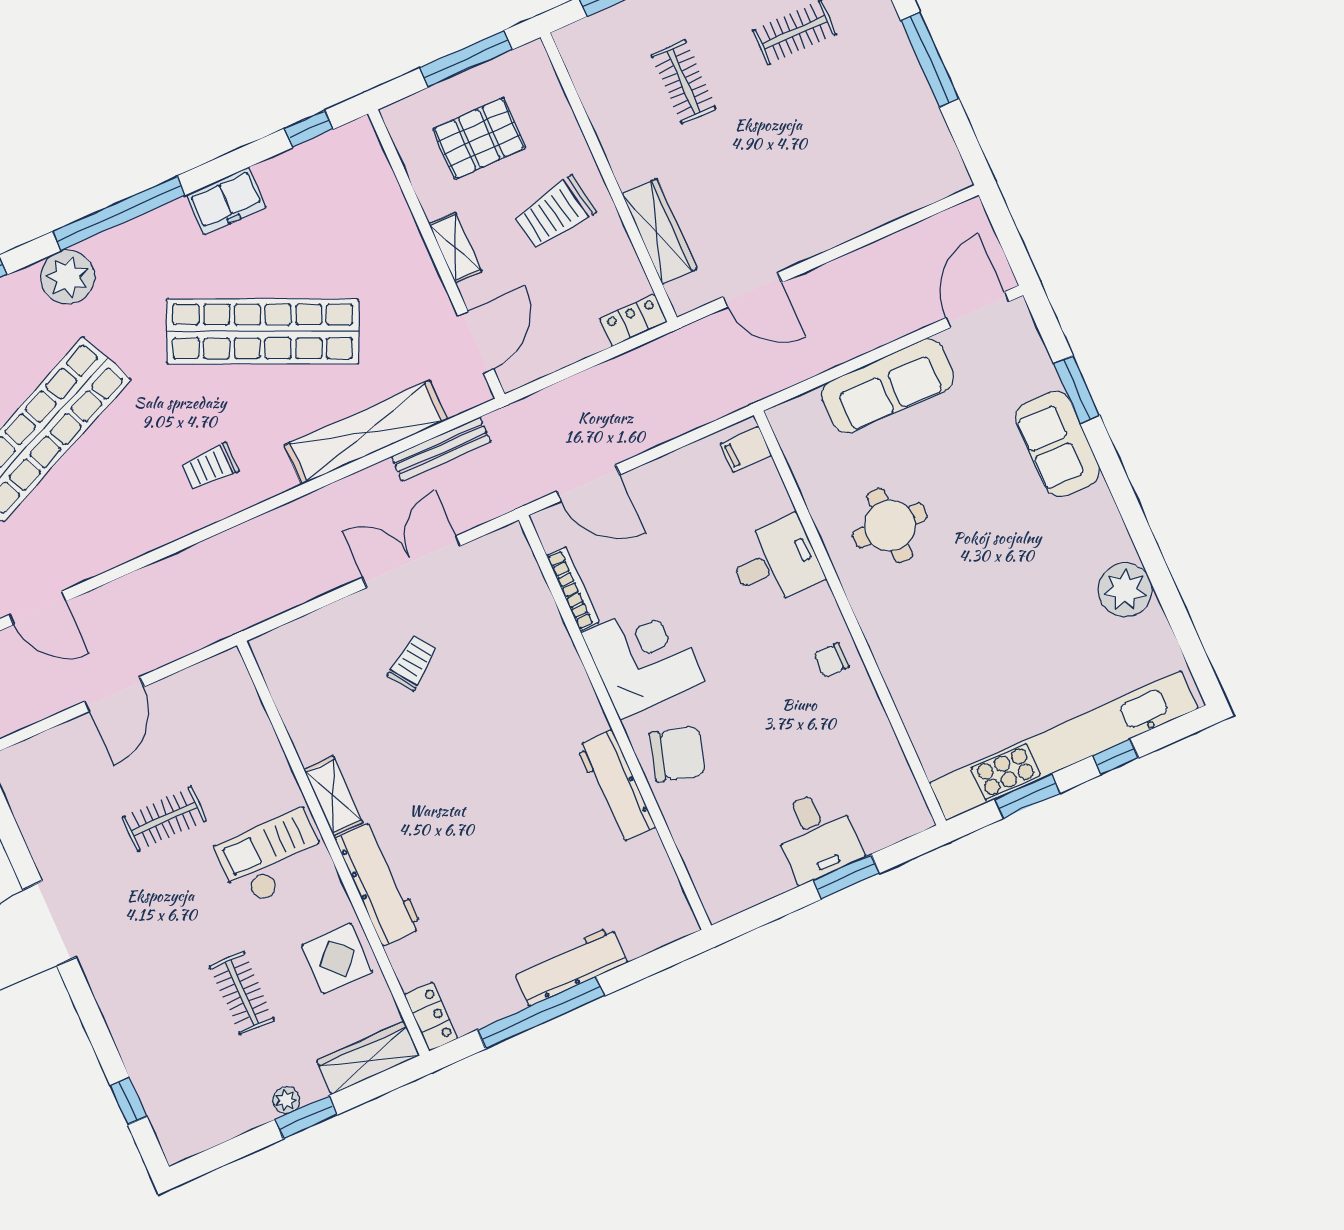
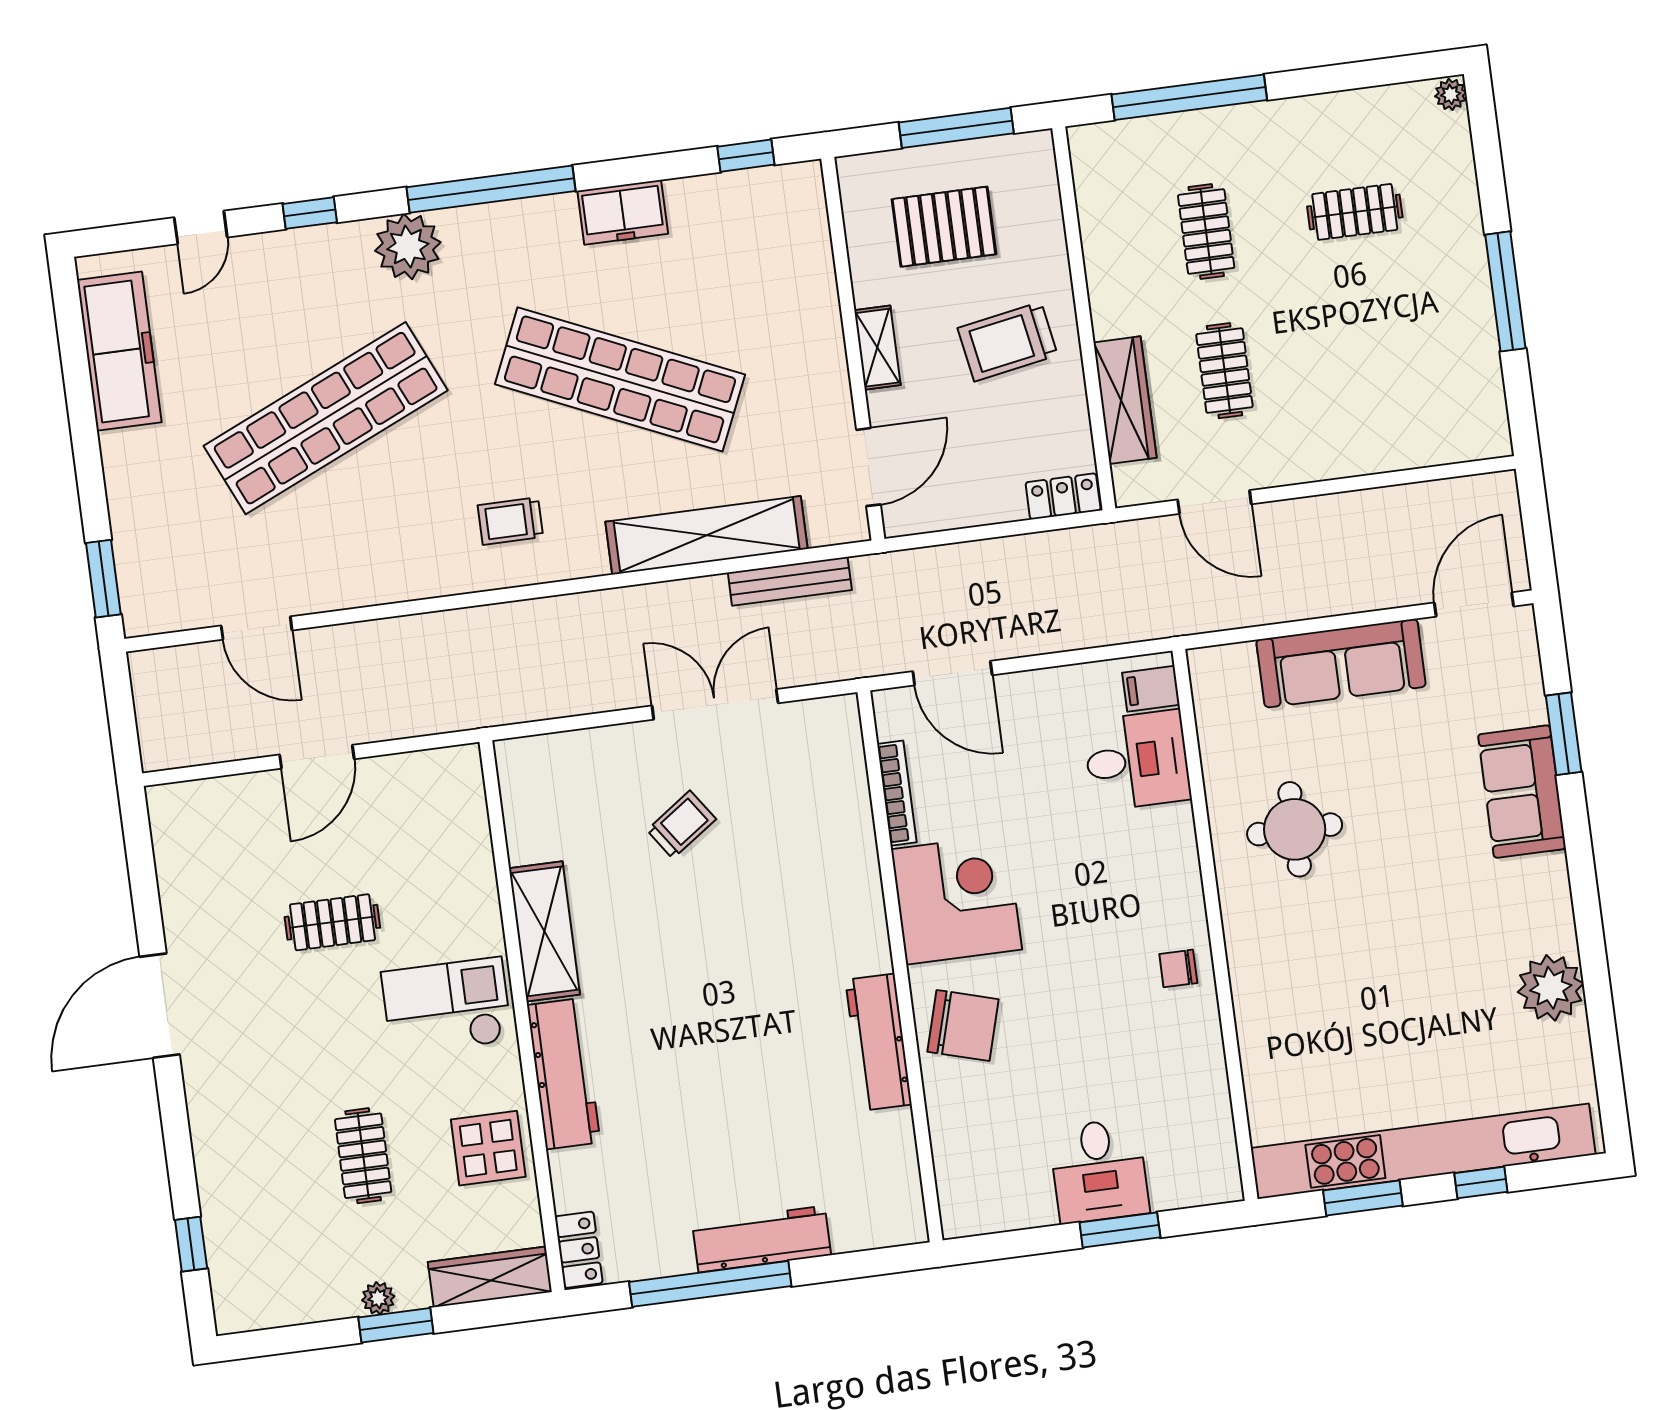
clothes rail: (730, 186) -> (1224, 371), added
desk: (775, 562) -> (1137, 760), moved
shelving: (333, 796) -> (544, 931), width x1.50, depth x1.33

